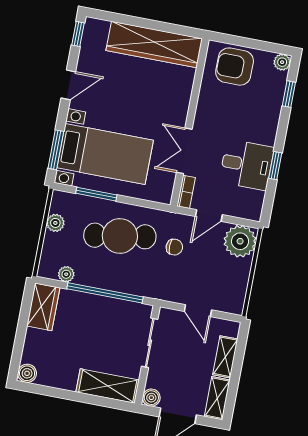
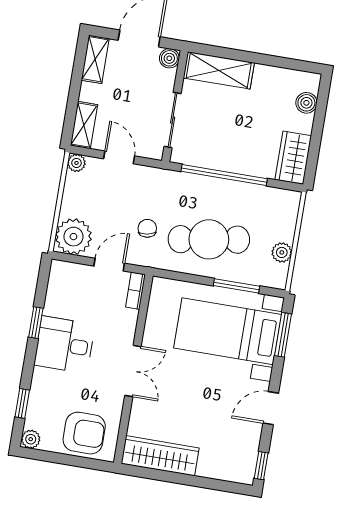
wardrobe: (154, 44) -> (160, 456), width x0.71, depth x0.85
double door: (184, 151) -> (133, 371), moved
desk: (247, 165) -> (64, 345), moved
chair: (174, 247) -> (147, 228), turned 80
plant: (66, 274) -> (76, 163), moved
shelving: (225, 357) -> (84, 125), moved
boiler: (27, 373) -> (306, 103), moved

